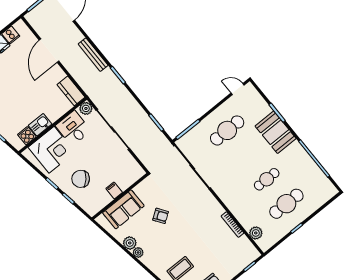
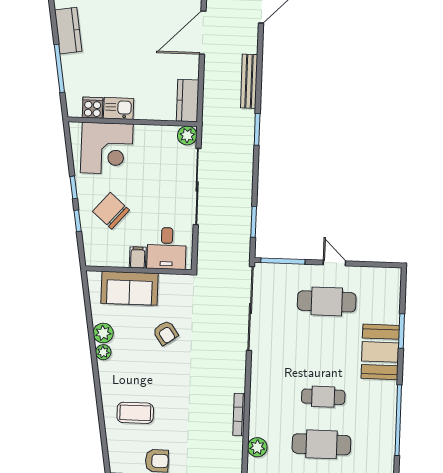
door: (238, 89) -> (334, 263), moved
desk: (73, 128) -> (167, 248), moved, turned 180

